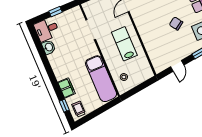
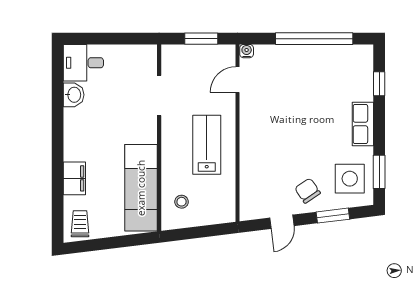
window: (56, 12) -> (112, 39), removed
chair: (176, 23) -> (308, 191), moved
window: (64, 106) -> (58, 207), removed

